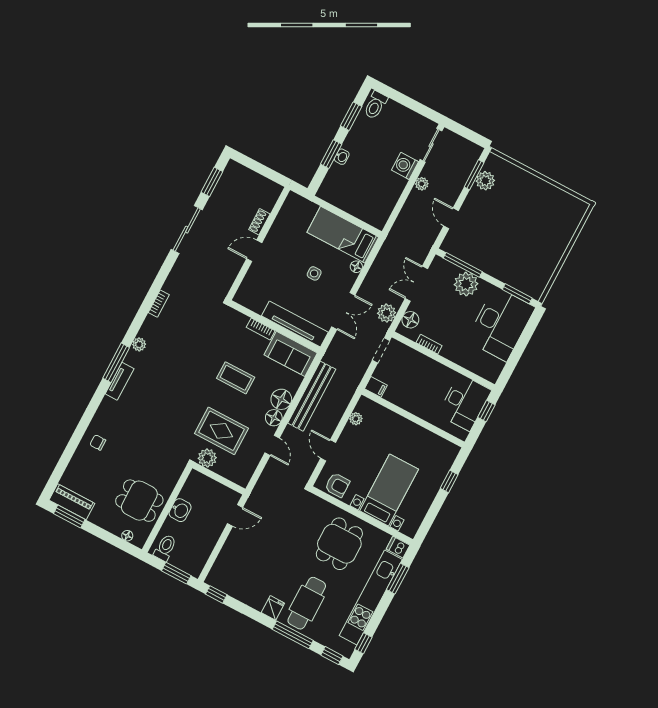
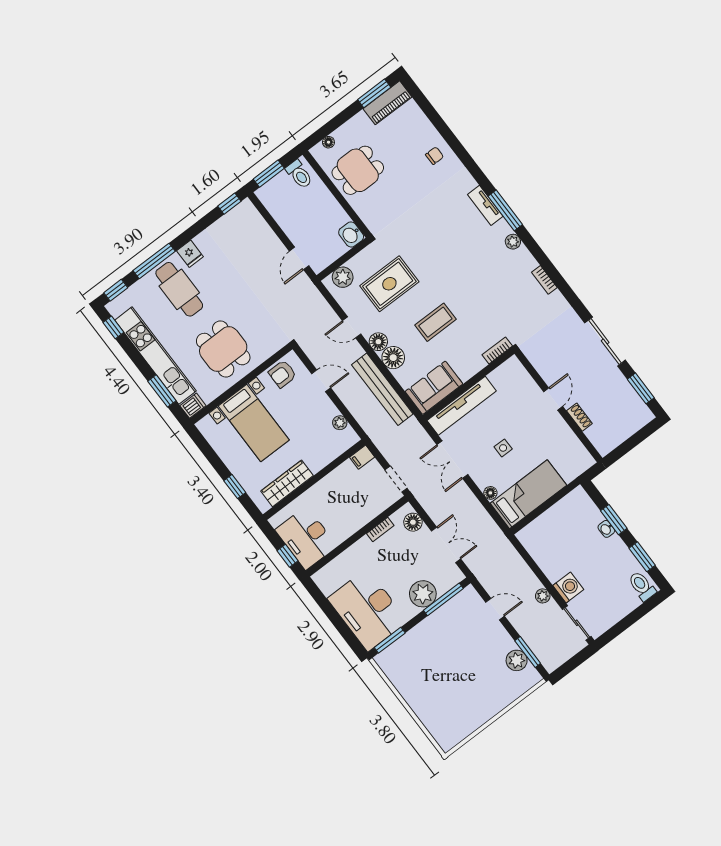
plant: (387, 313) -> (431, 502), removed
bookcase: (261, 329) -> (497, 350), moved
wardrobe: (426, 439) -> (287, 483), added
plant: (207, 458) -> (343, 277), moved
washbasin: (180, 510) -> (351, 235), moved

